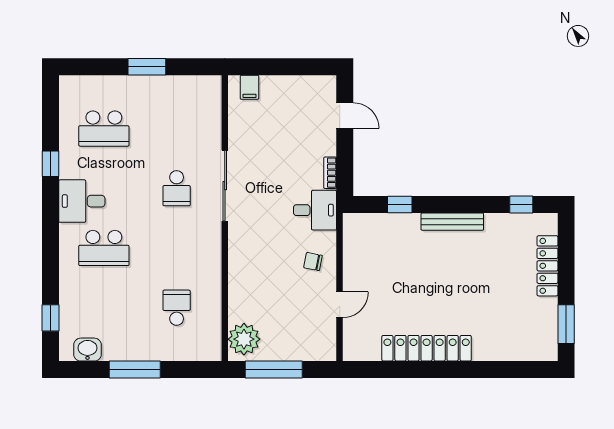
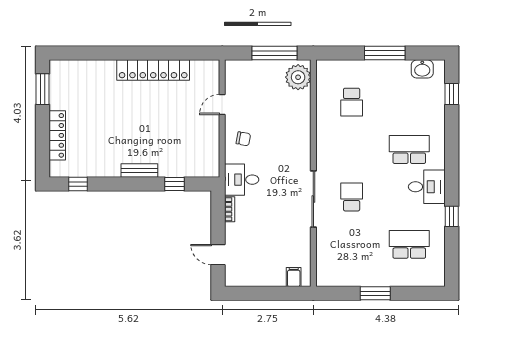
bench: (452, 222) -> (139, 170), width x0.73

